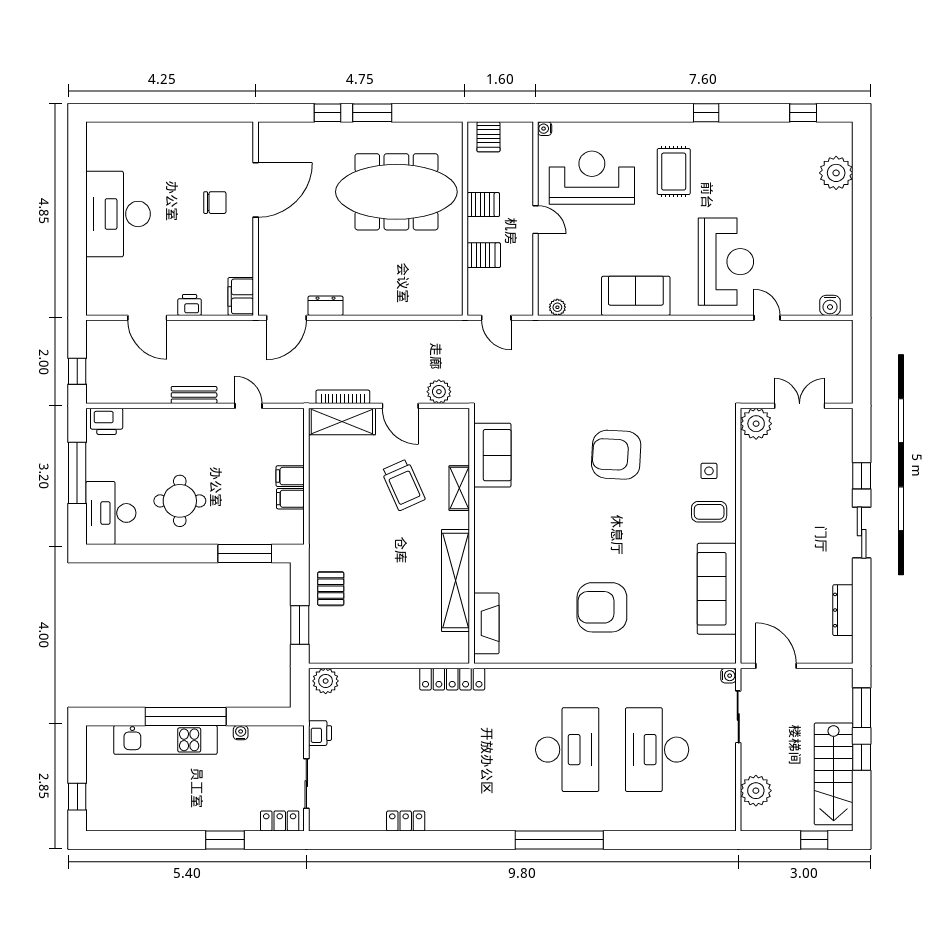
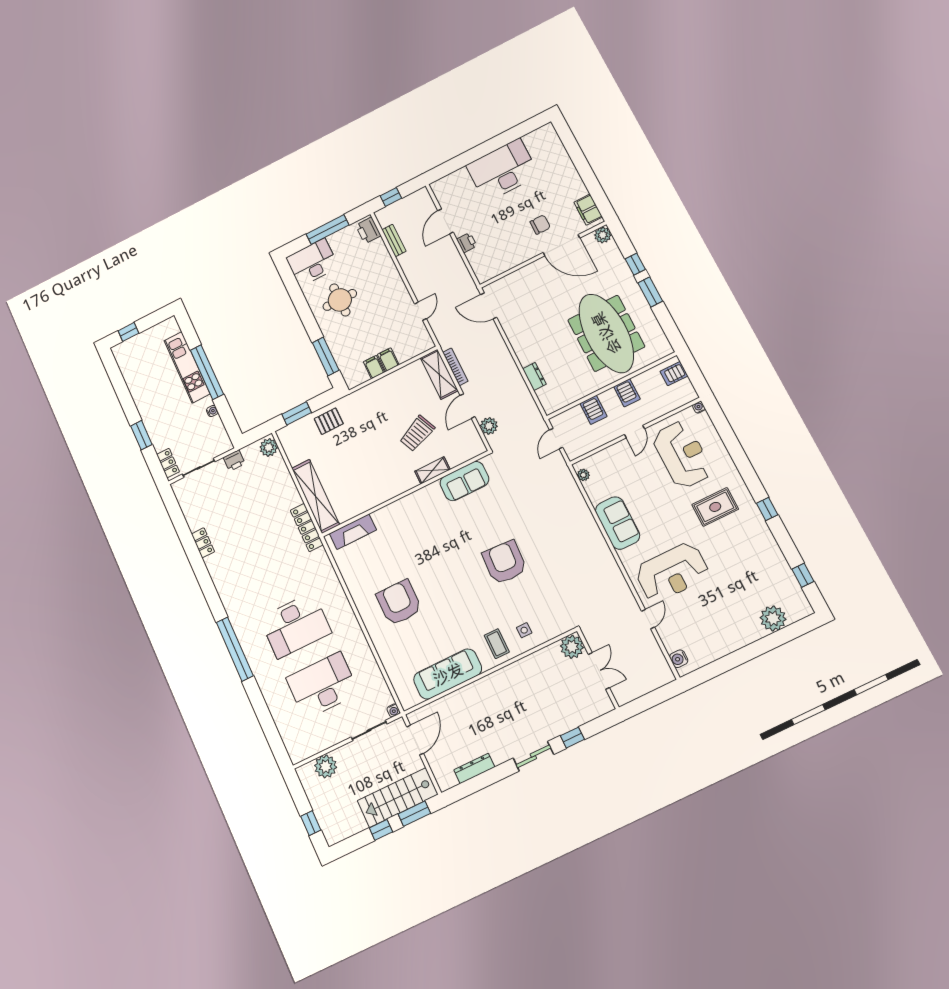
plant: (269, 133) -> (603, 235), added
chair: (215, 203) -> (540, 225), turned -90
filing cabinet: (241, 296) -> (588, 210), moved, turned -90
dresser: (325, 306) -> (534, 376), moved
bench: (194, 395) -> (394, 240), moved
shelving: (455, 580) -> (316, 496), moved, turned 90
stairs: (834, 774) -> (398, 798), moved

